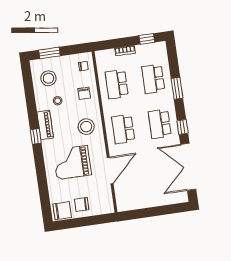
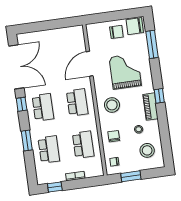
window: (49, 53) -> (131, 176), moved
grand piano: (72, 162) -> (125, 71), turned -90
window: (44, 191) -> (152, 44), added

